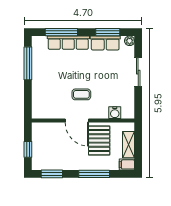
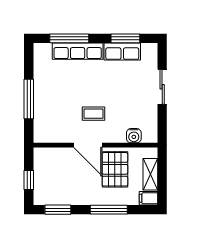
plant: (130, 41) -> (152, 49), removed
window: (28, 63) -> (29, 99), moved

